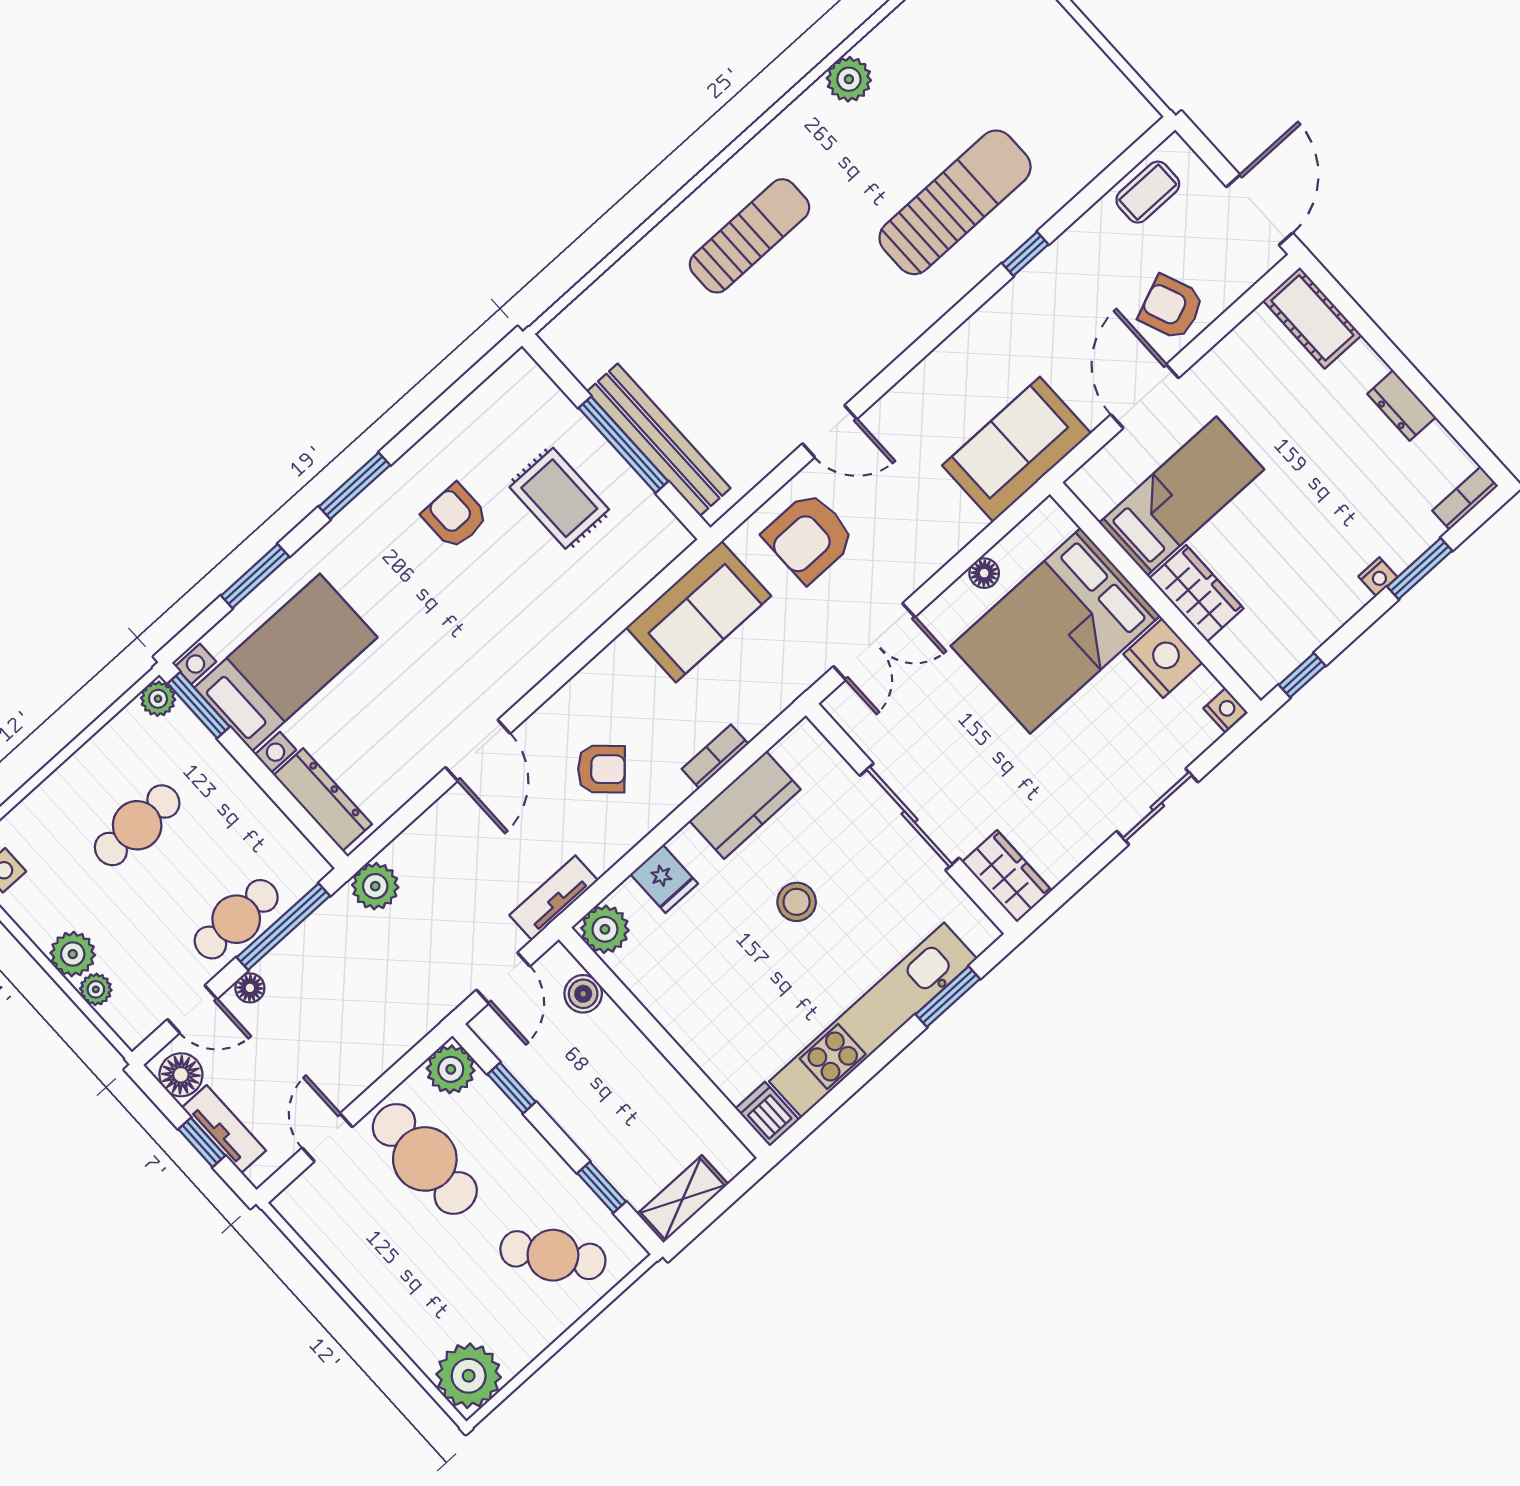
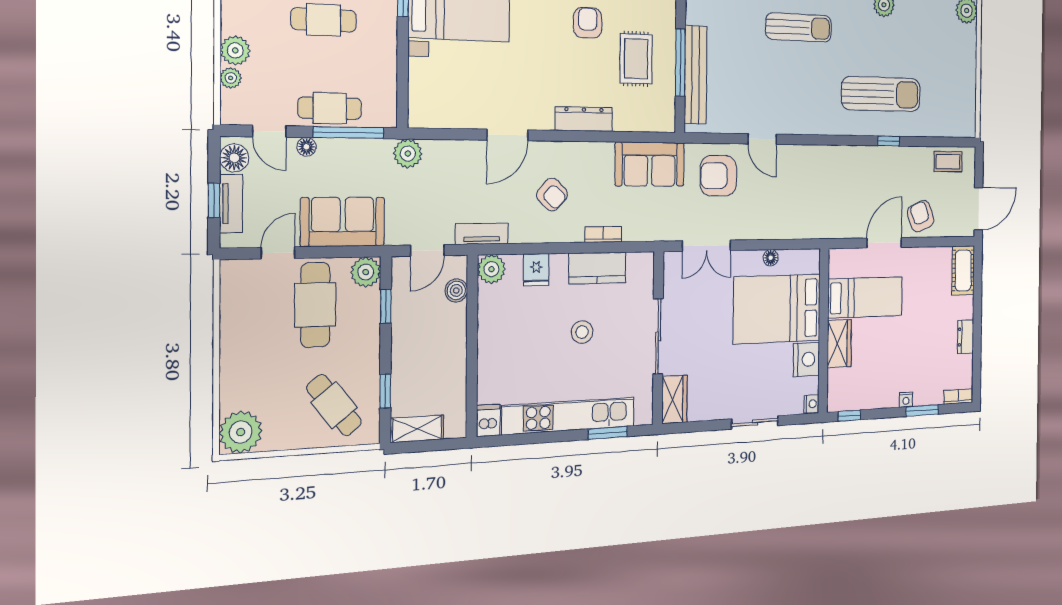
sofa: (1017, 449) -> (343, 222), moved
dresser: (323, 800) -> (584, 119), moved, turned -90

